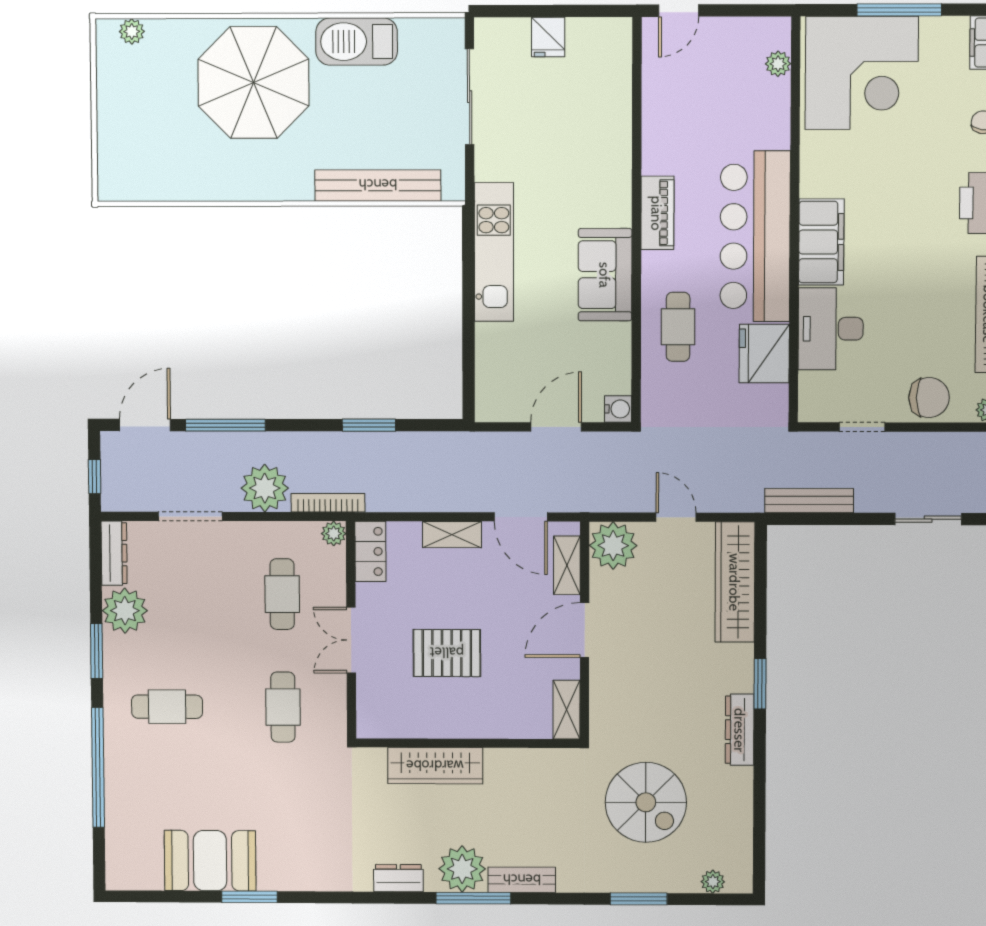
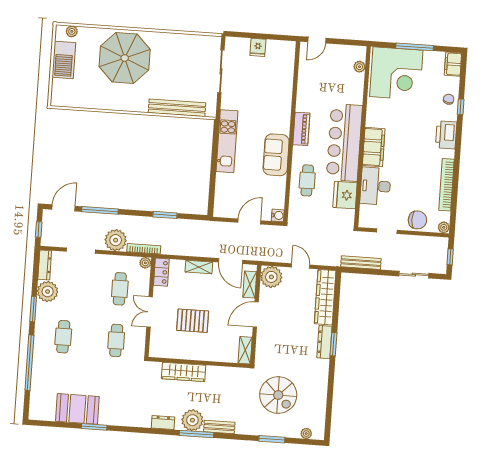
barbecue: (357, 42) -> (64, 60), moved, turned -90
cafe table: (167, 707) -> (63, 337), turned 90
dresser: (740, 730) -> (324, 342), moved

